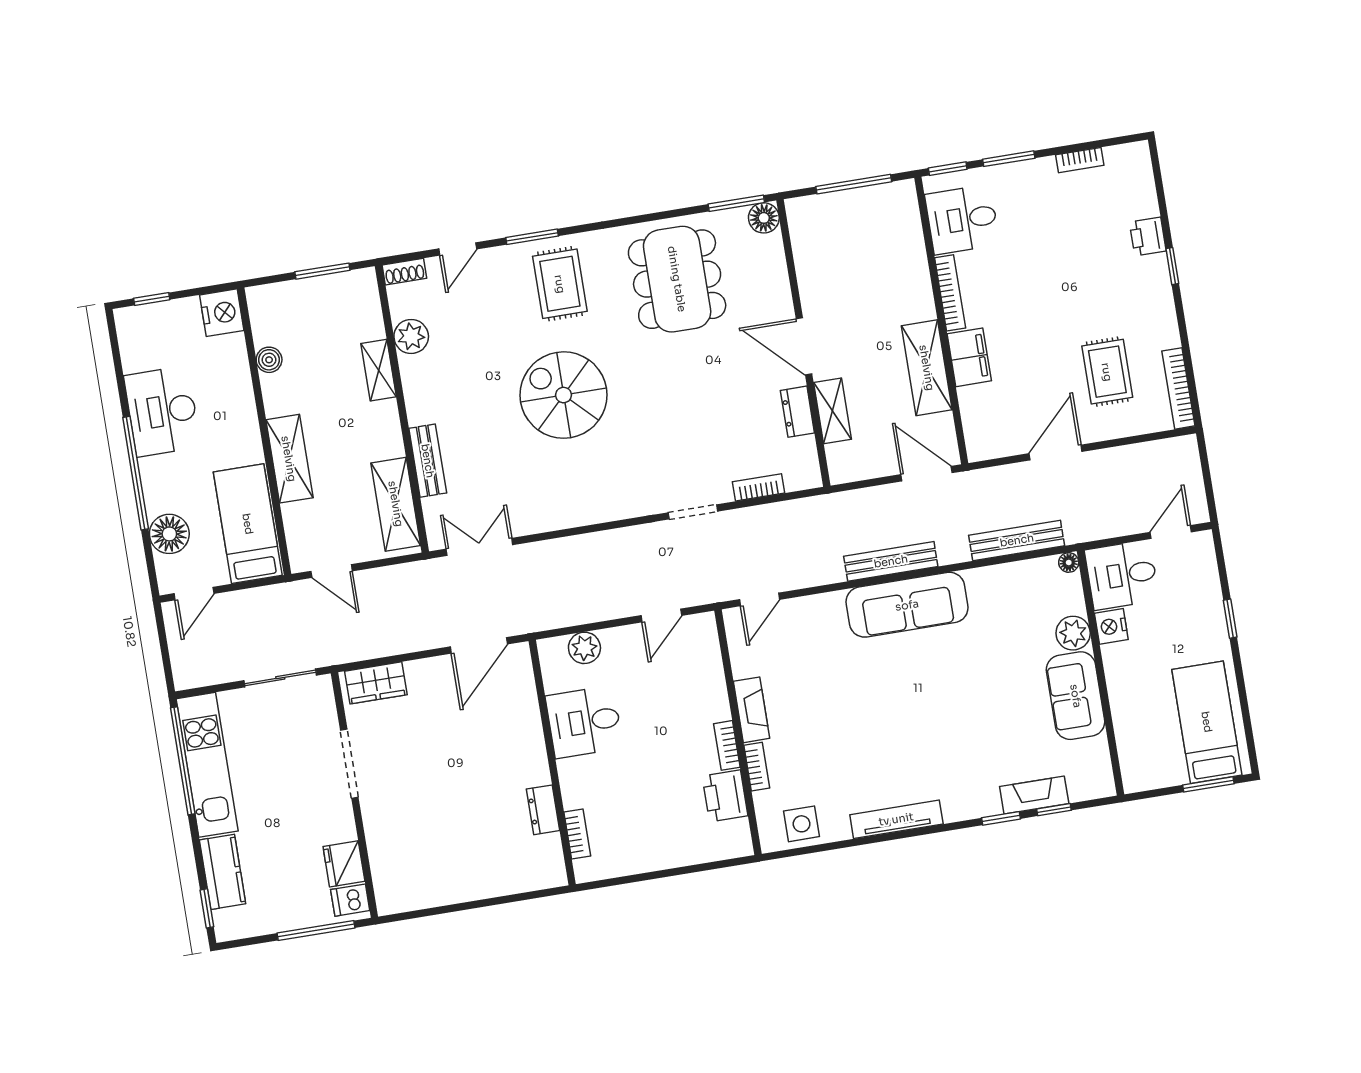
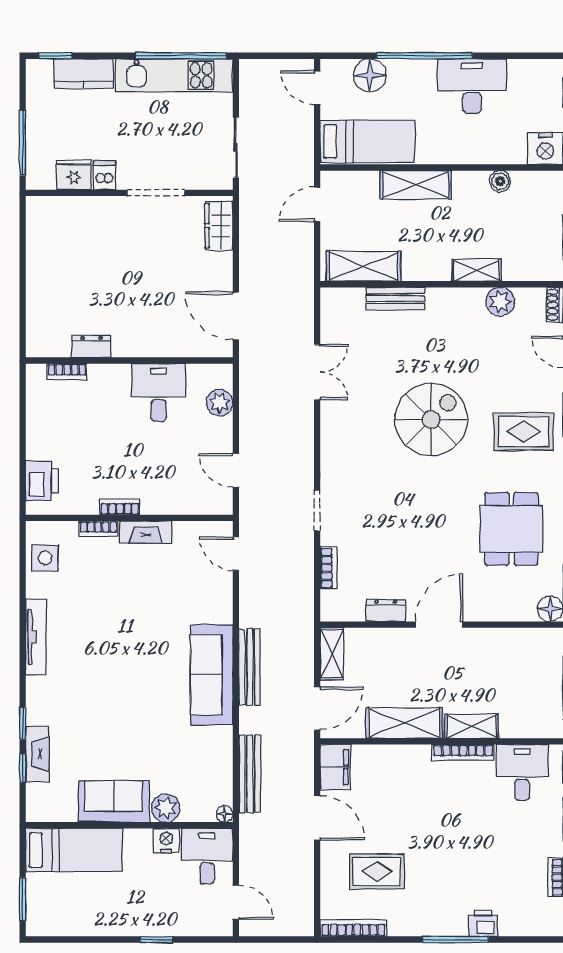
window: (1172, 266) -> (455, 940), width x2.17
dining table: (677, 279) -> (511, 529), width x0.73
shelving: (918, 288) -> (471, 726), added
filing cabinet: (969, 357) -> (335, 767), moved, turned -90
shelving: (832, 411) -> (332, 654), moved, turned 90
double door: (479, 547) -> (317, 372), moved
bed: (1207, 722) -> (74, 850), moved
printer: (725, 796) -> (42, 481), moved, turned 90
dishwasher: (350, 900) -> (105, 175), moved

